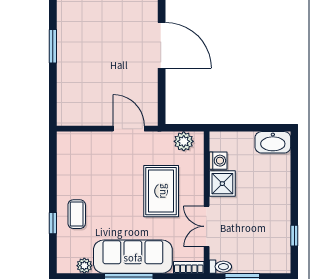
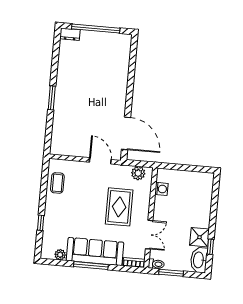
door: (162, 45) -> (126, 133), moved
washbasin: (273, 142) -> (199, 260), moved, turned 90
shower: (222, 184) -> (199, 237), moved
coffee table: (77, 214) -> (57, 183), moved
double door: (207, 226) -> (149, 235), swing flipped

